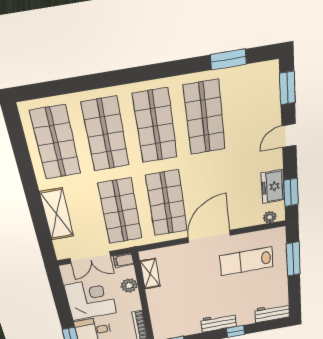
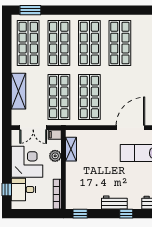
window: (228, 59) -> (30, 10), moved
door: (209, 236) -> (130, 128), moved

